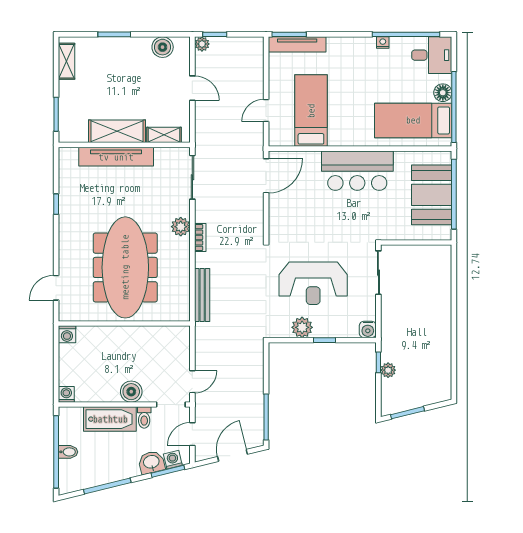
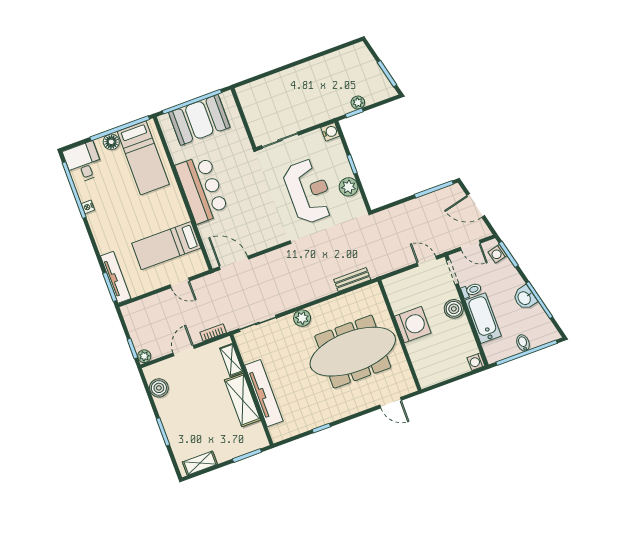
bookcase: (200, 237) -> (213, 332), moved
bench: (202, 295) -> (352, 280), width x0.73
washing machine: (67, 334) -> (413, 325), moved, width x1.89, depth x1.89
washbasin: (151, 462) -> (525, 298), moved

